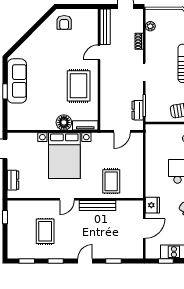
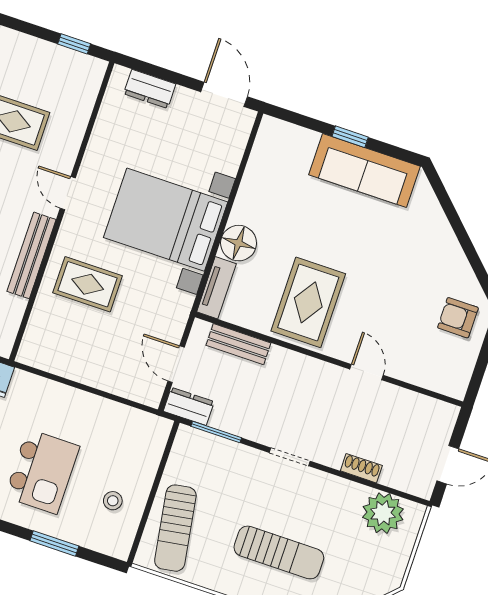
plant: (150, 26) -> (383, 513), width x1.88, depth x1.88
bench: (105, 27) -> (238, 344), moved, width x0.73
rug: (79, 86) -> (308, 302), turned 90
dresser: (138, 110) -> (189, 406), moved
rug: (111, 181) -> (88, 284), moved

